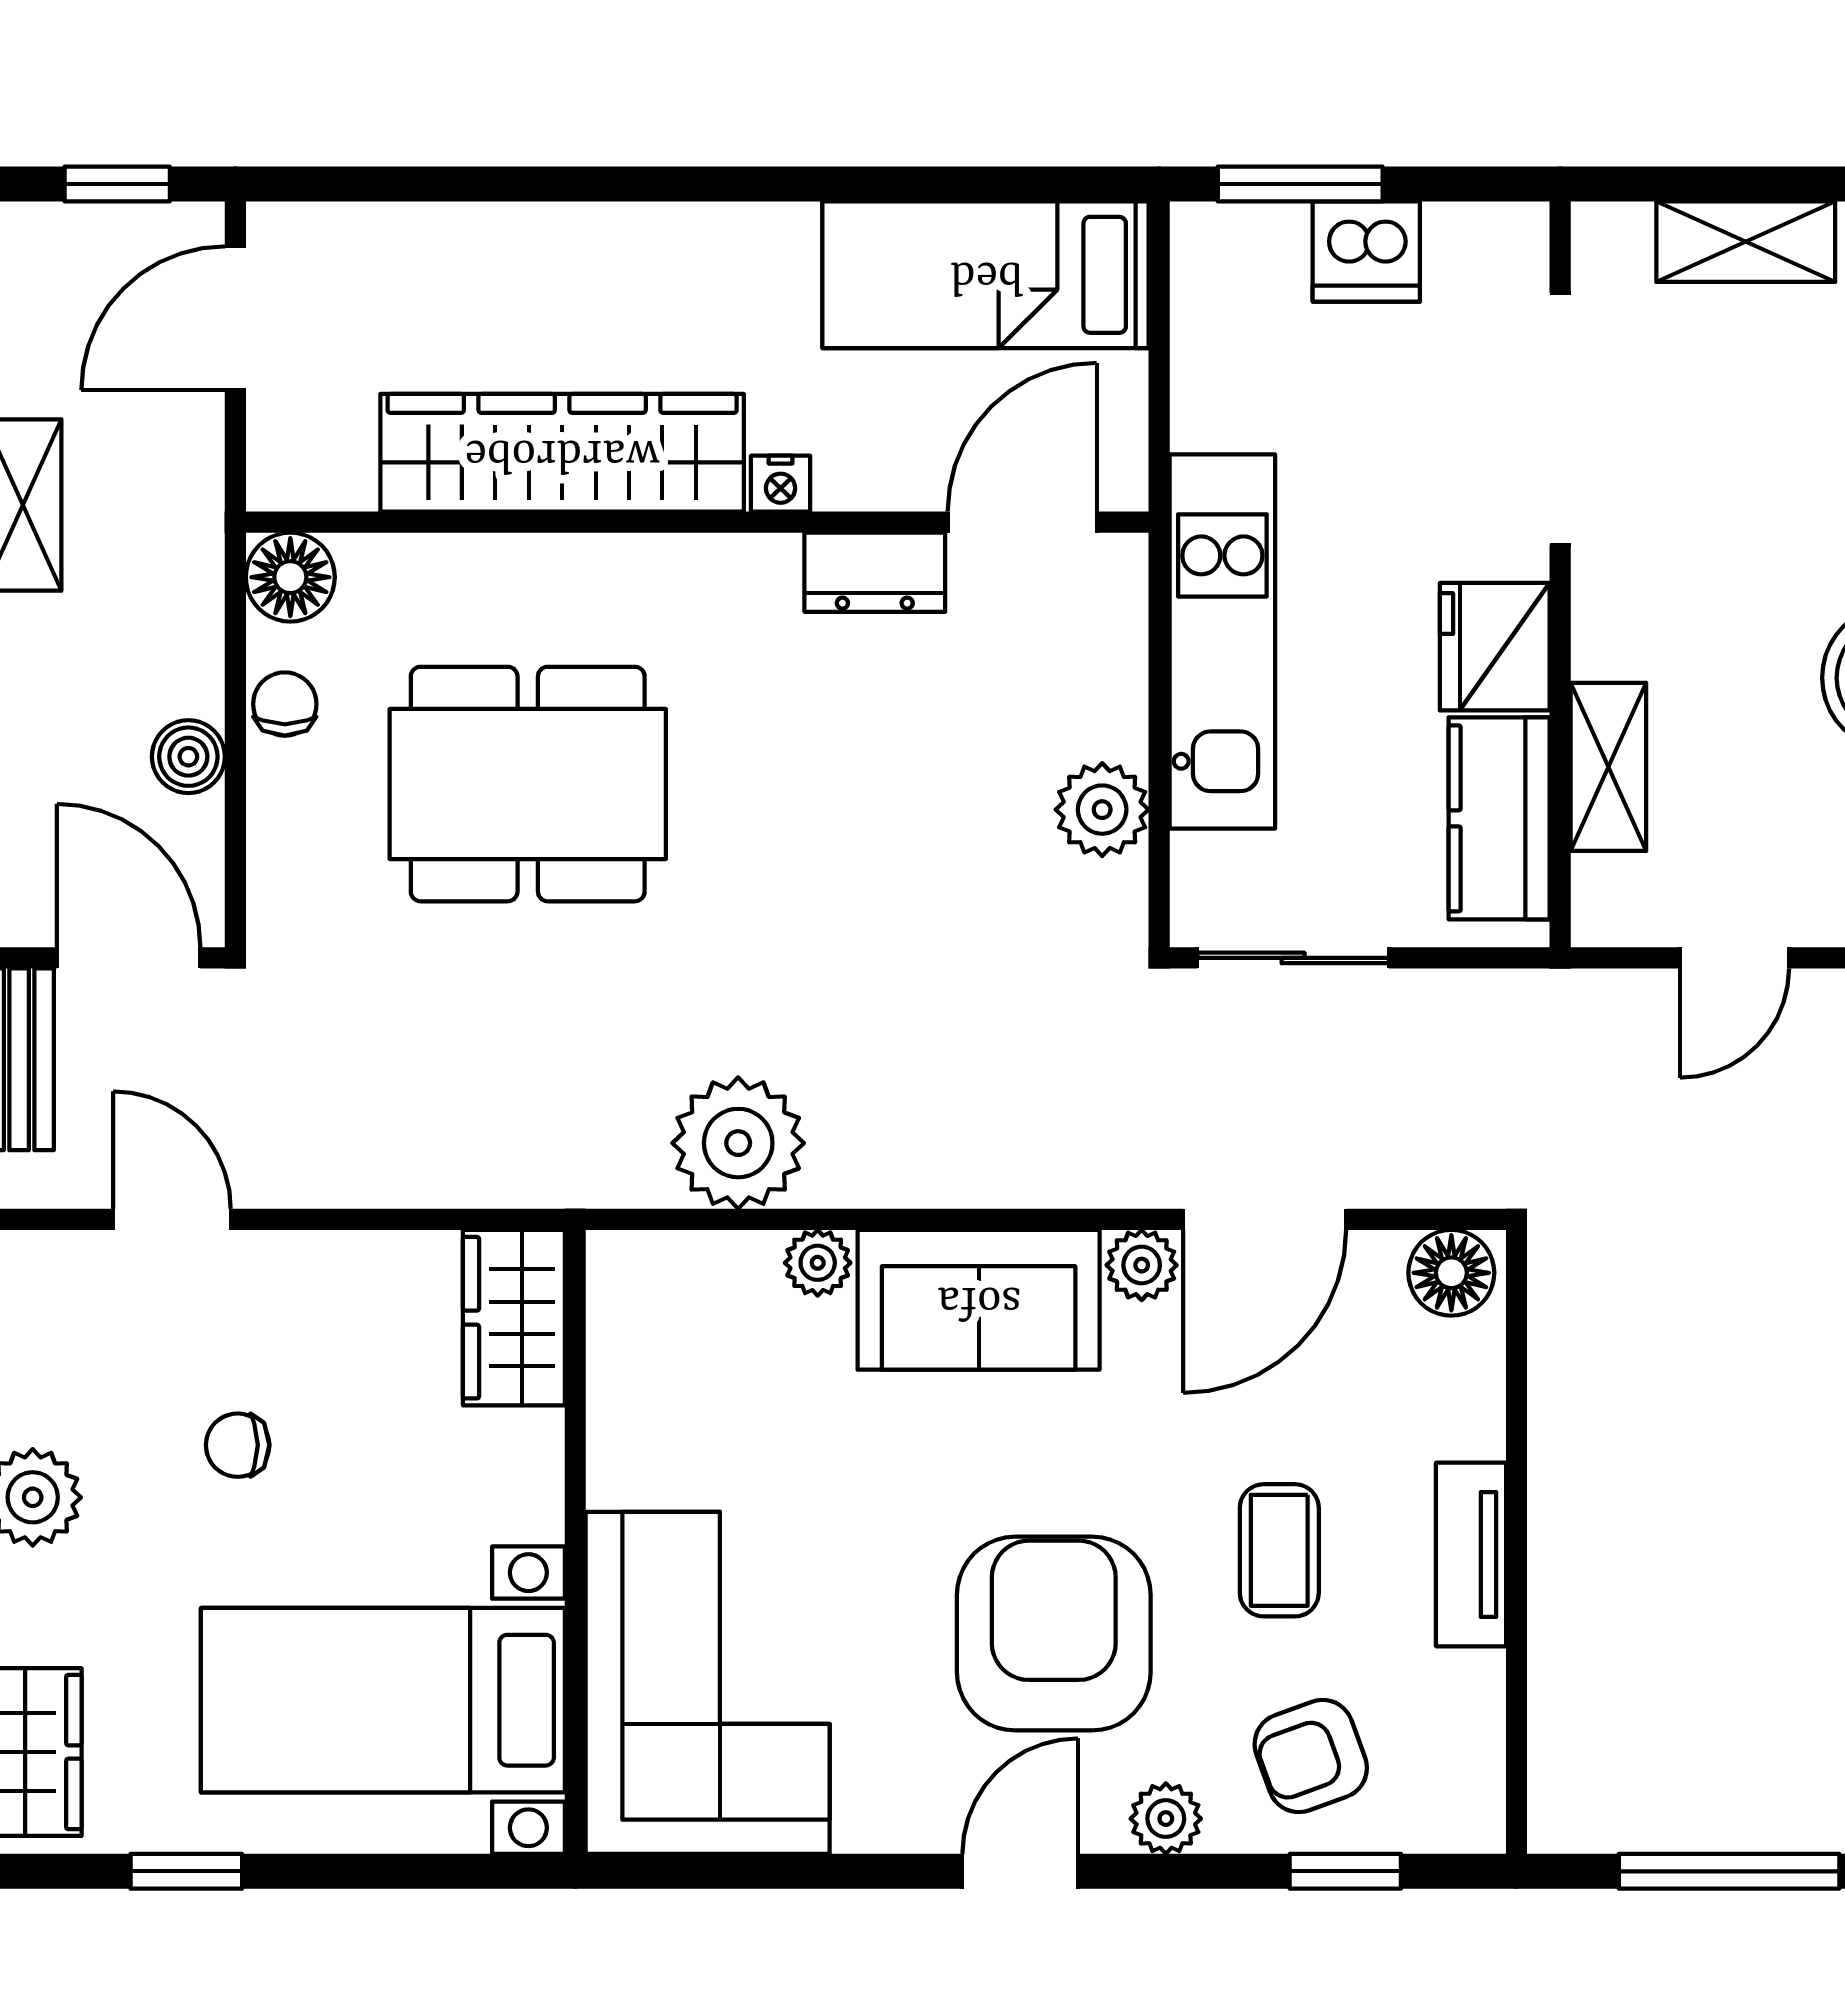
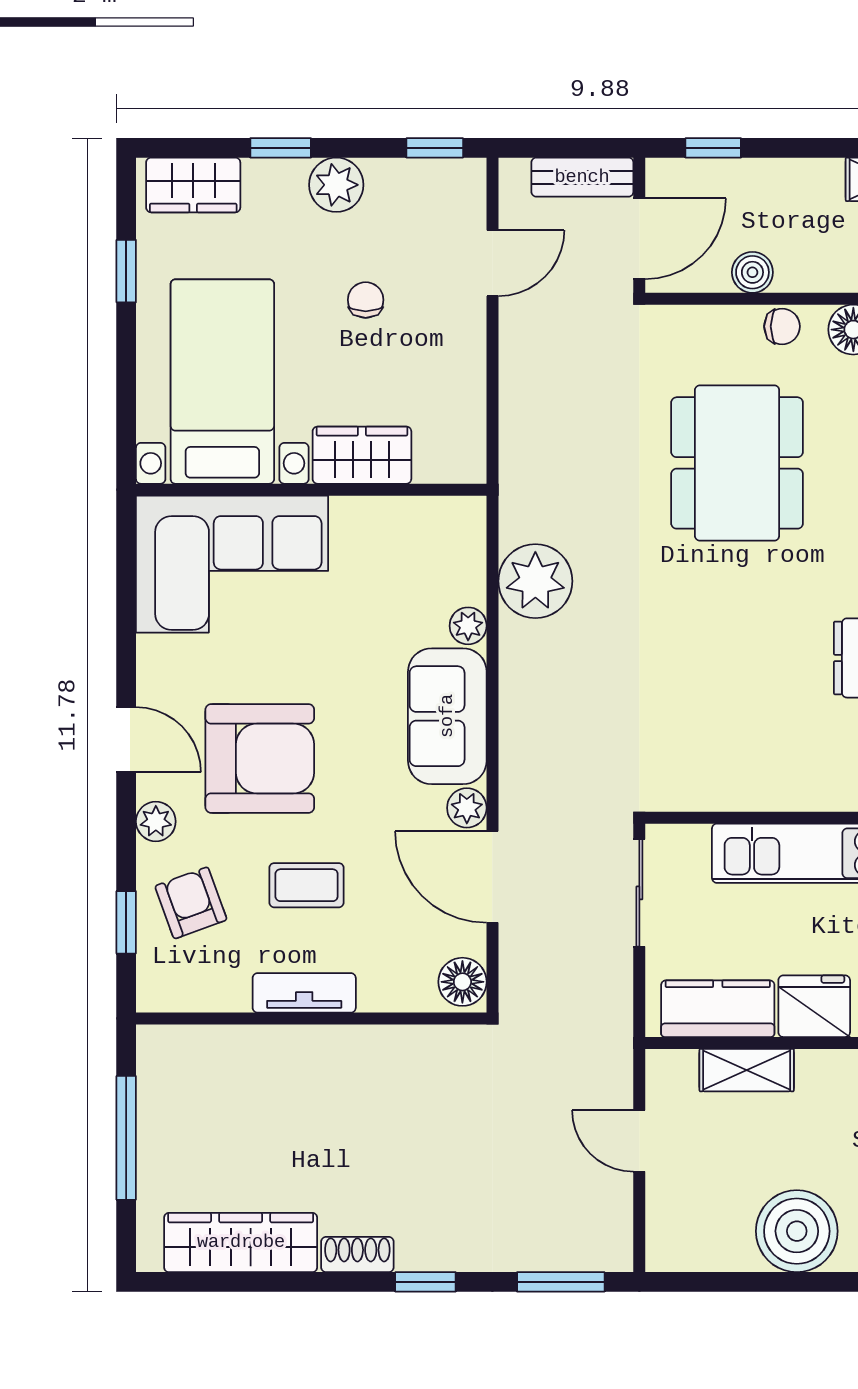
plant: (1102, 810) -> (723, 786), removed
wardrobe: (514, 1318) -> (362, 455), moved

